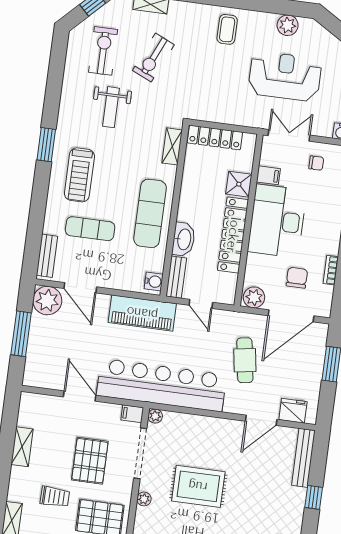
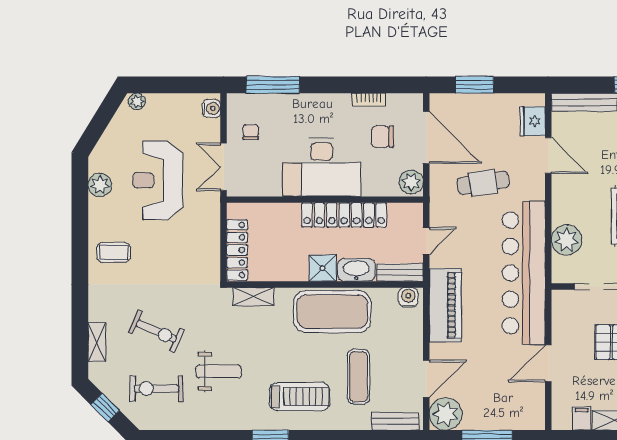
filing cabinet: (268, 175) -> (272, 184), removed
shower: (239, 184) -> (323, 268), moved
exercise mat: (150, 213) -> (332, 311), width x1.47
filing cabinet: (132, 414) -> (582, 418), moved, turned 180
plant: (155, 416) -> (567, 240), moved, width x1.88, depth x1.88

